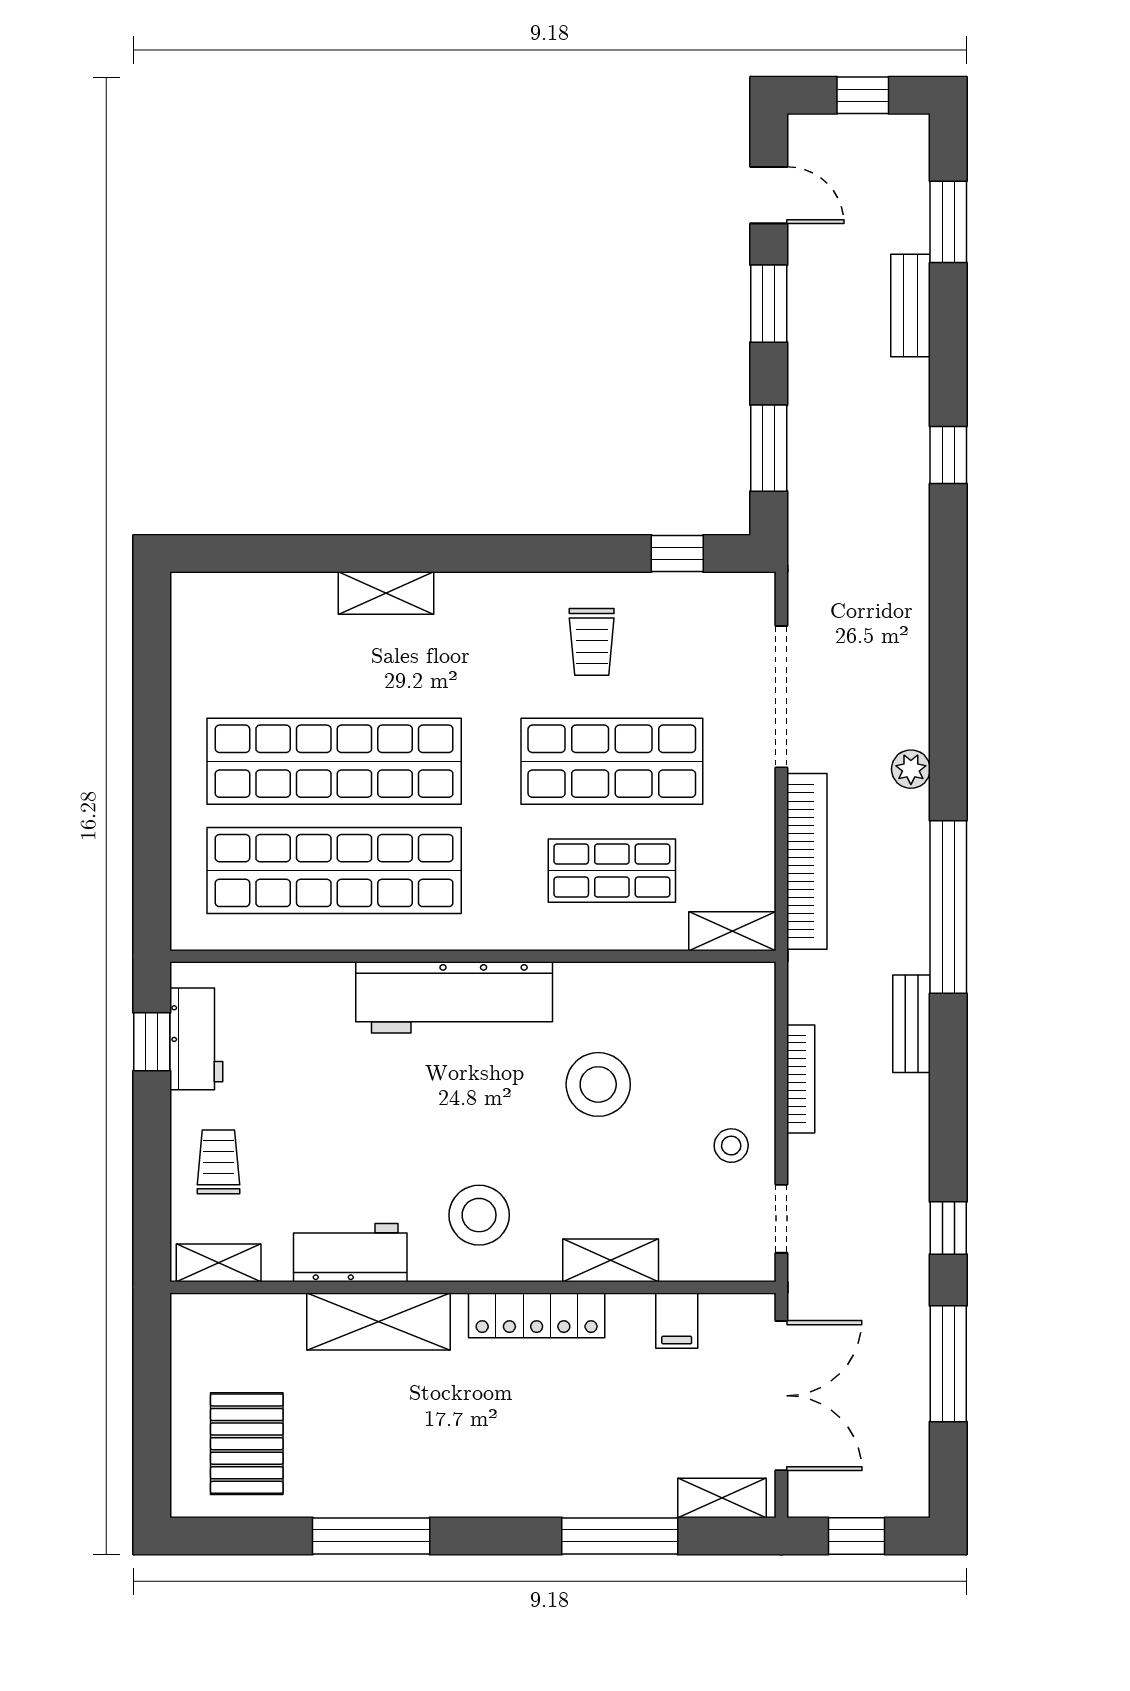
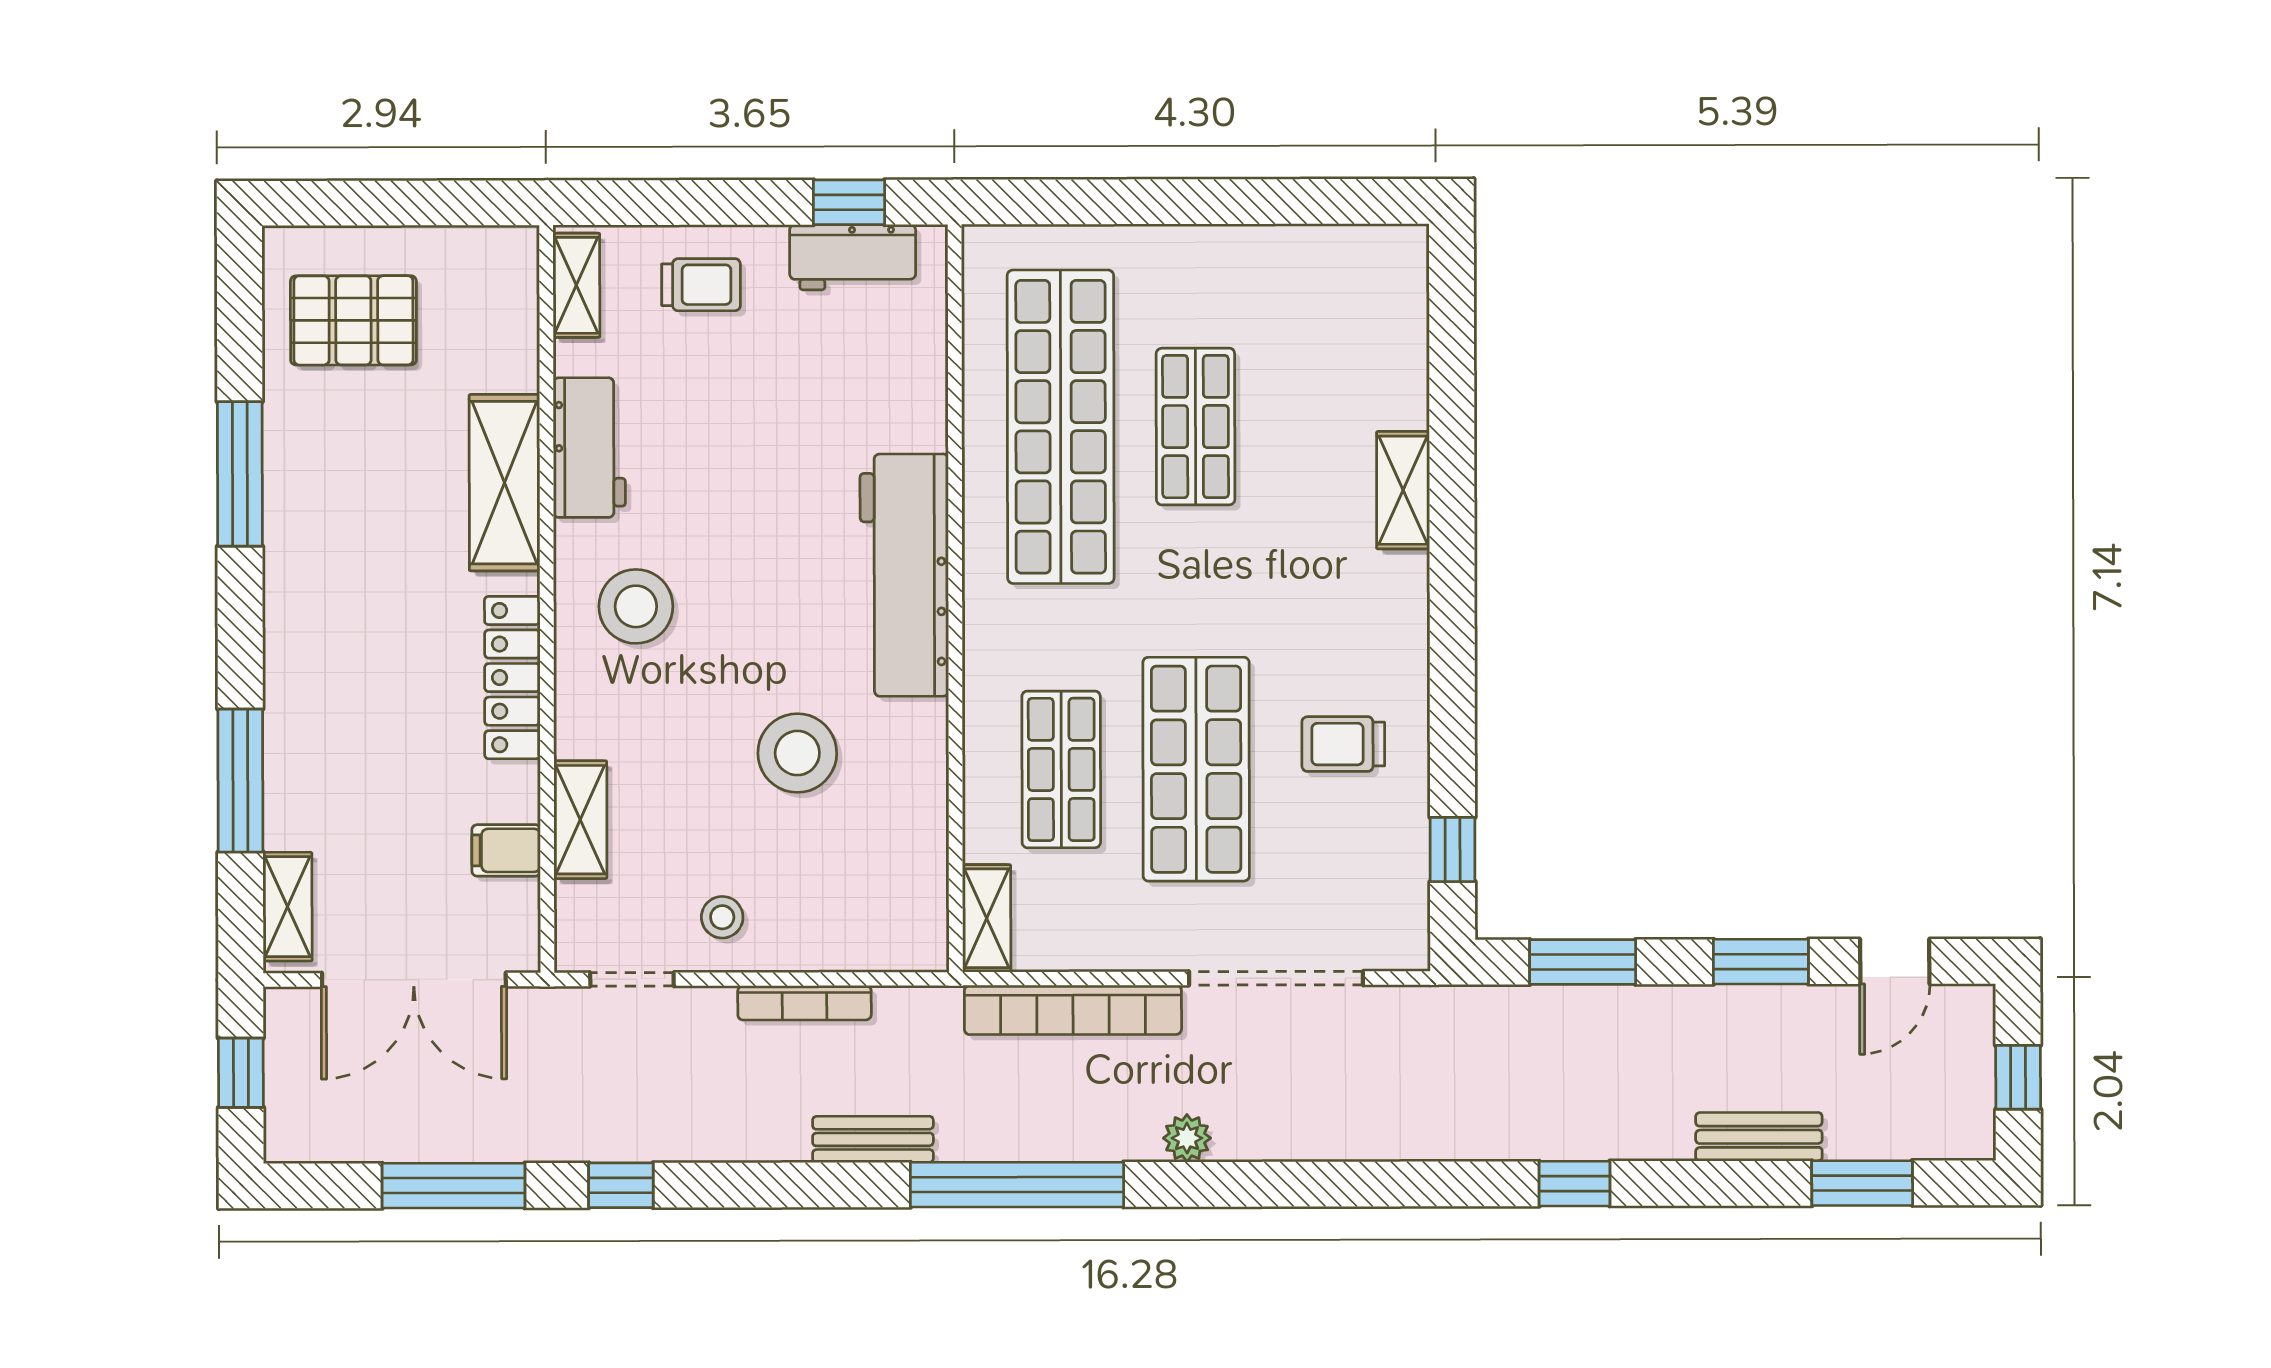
shop shelf: (334, 761) -> (1196, 427), width x0.50, depth x0.74
shelving: (611, 1260) -> (580, 820), moved

